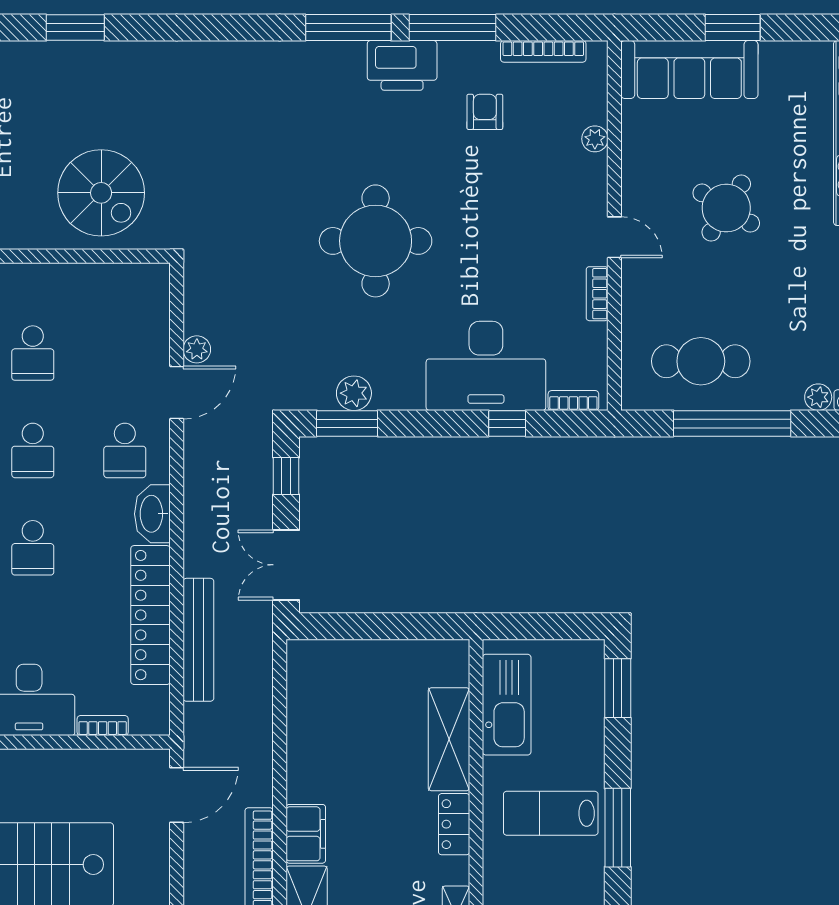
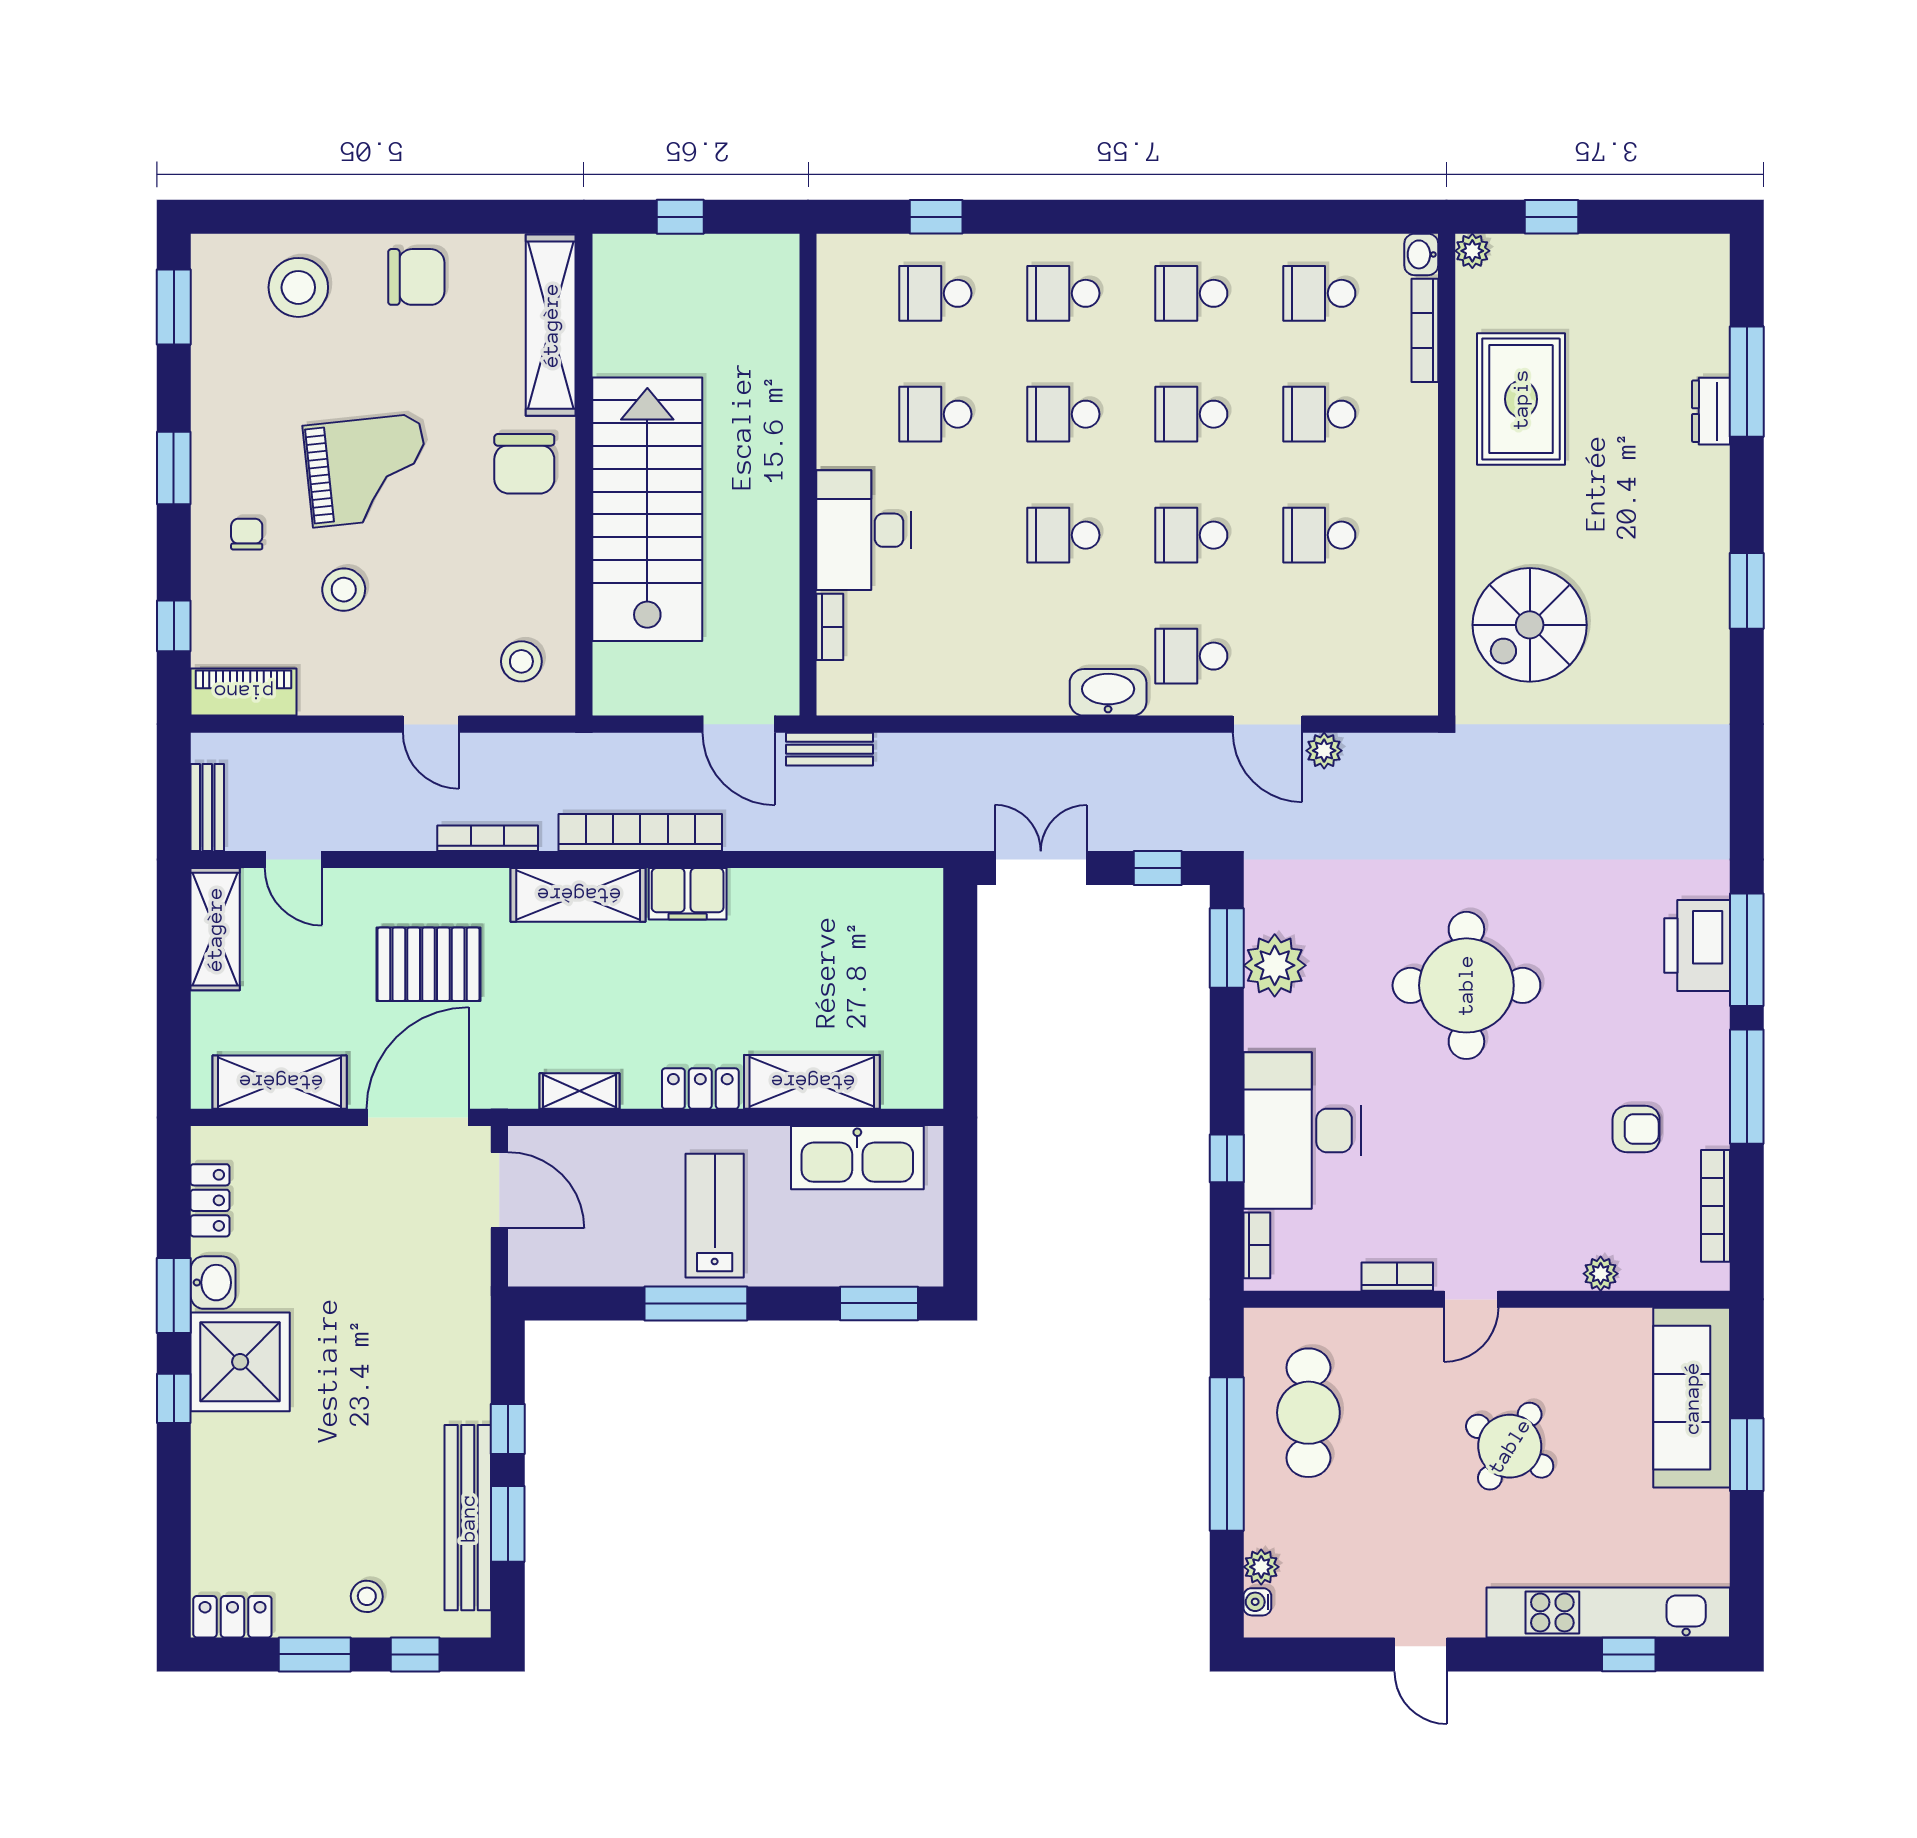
printer: (402, 65) -> (1697, 945), moved
plant: (354, 393) -> (1275, 965), width x1.36, depth x1.36
locker: (151, 615) -> (975, 690), removed
bench: (198, 640) -> (829, 749), moved, width x0.54, depth x0.82

